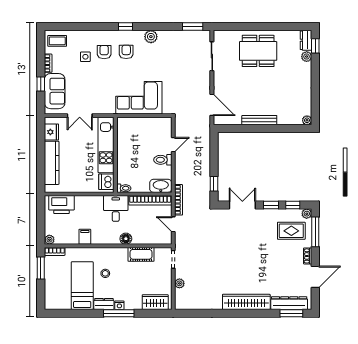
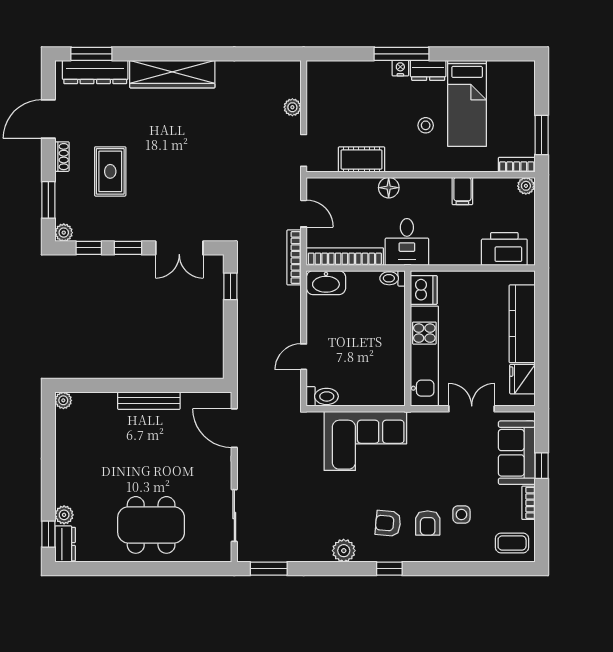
armchair: (126, 52) -> (388, 523), turned 95
toilet: (163, 160) -> (322, 396), moved
rug: (291, 231) -> (110, 171), moved, turned 90
window: (315, 232) -> (48, 200), width x0.69
wardrobe: (155, 302) -> (336, 74), removed

